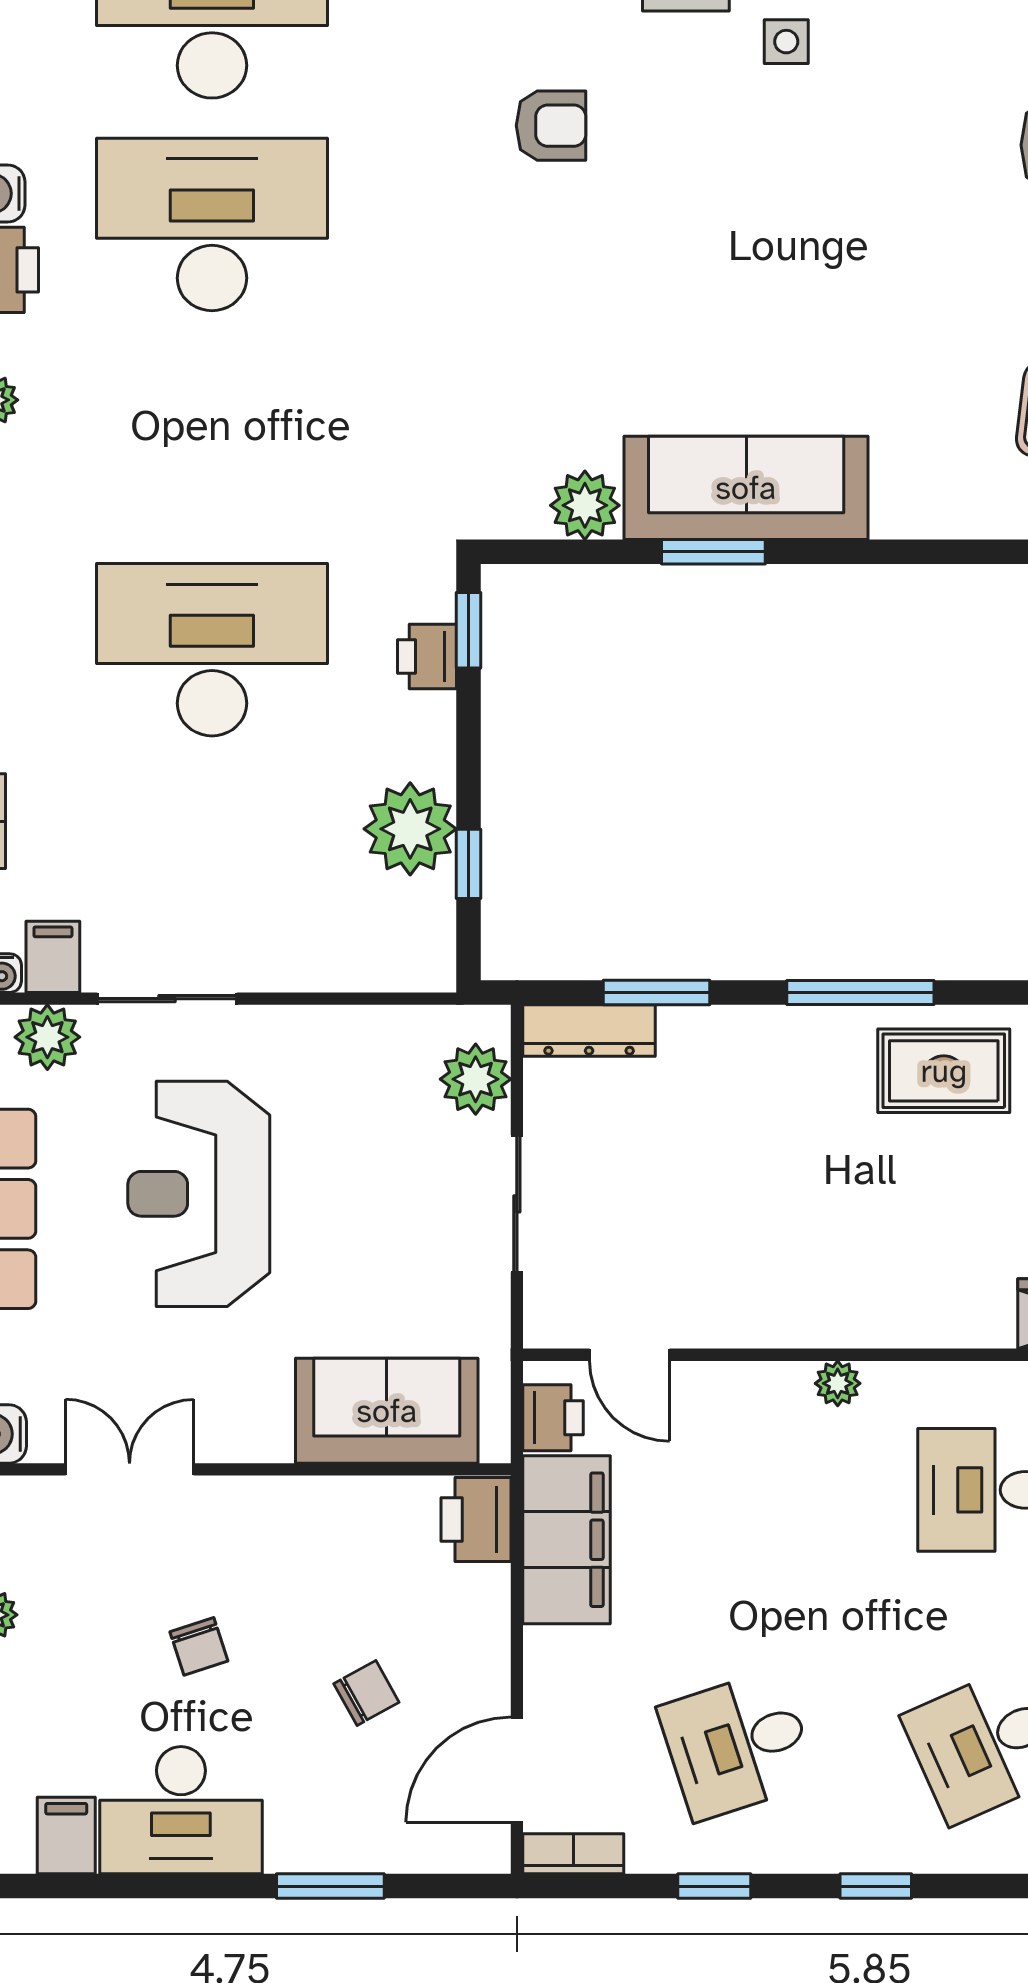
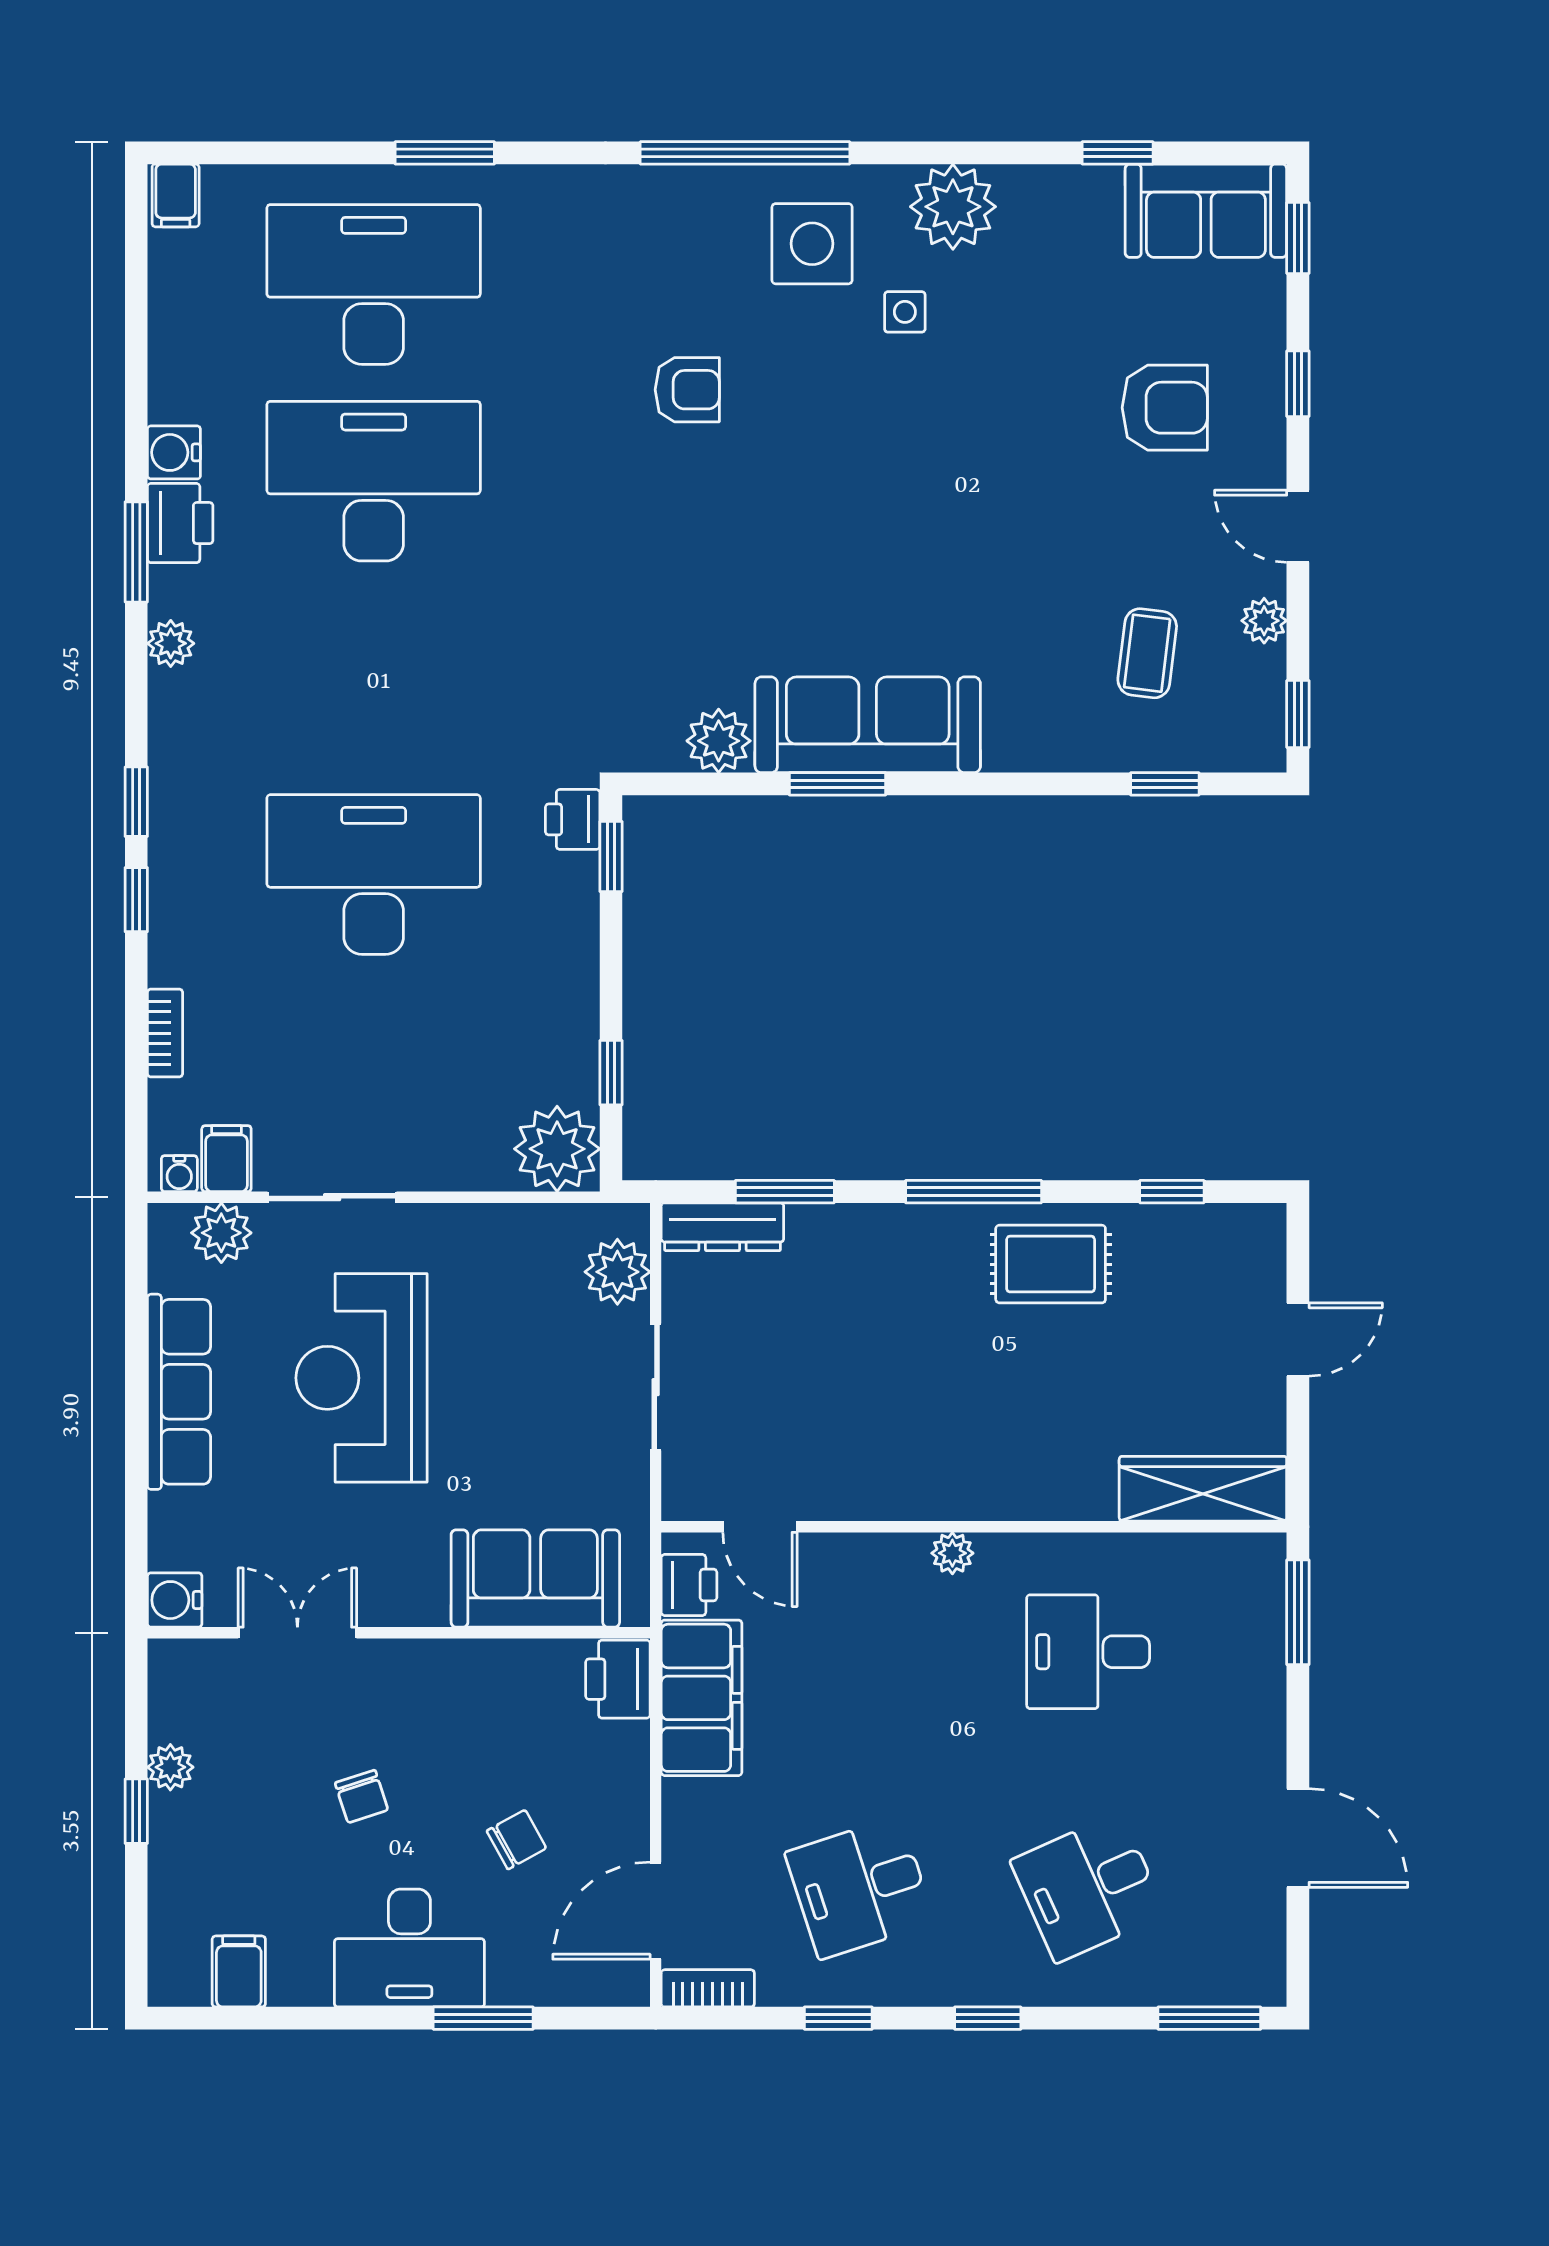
printer: (427, 656) -> (573, 819), moved
plant: (410, 829) -> (557, 1149), moved
desk: (181, 1810) -> (409, 1948), moved

